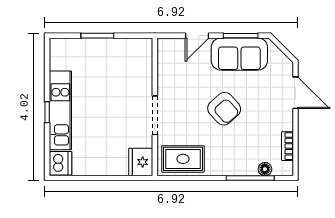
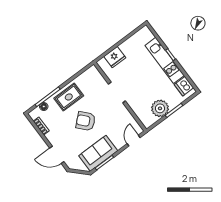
door: (197, 36) -> (134, 141), moved
plant: (114, 52) -> (160, 108), added
rug: (183, 159) -> (69, 97), moved
fridge: (141, 162) -> (115, 57), moved, turned 90
dishwasher: (60, 163) -> (184, 86), moved

